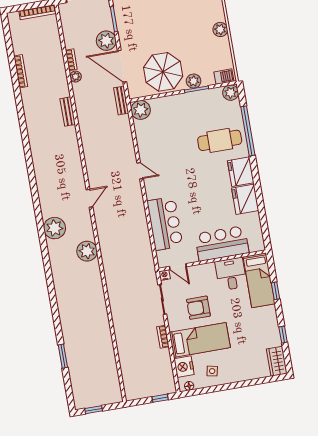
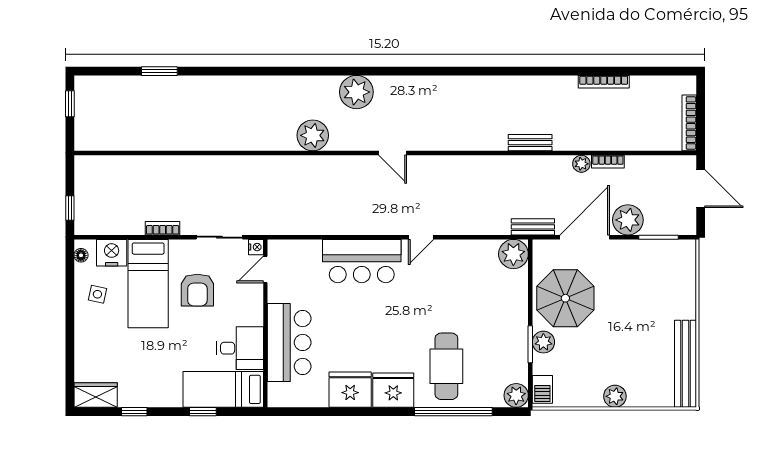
bar counter: (165, 223) -> (362, 261), moved
armchair: (198, 308) -> (197, 290), turned 180

